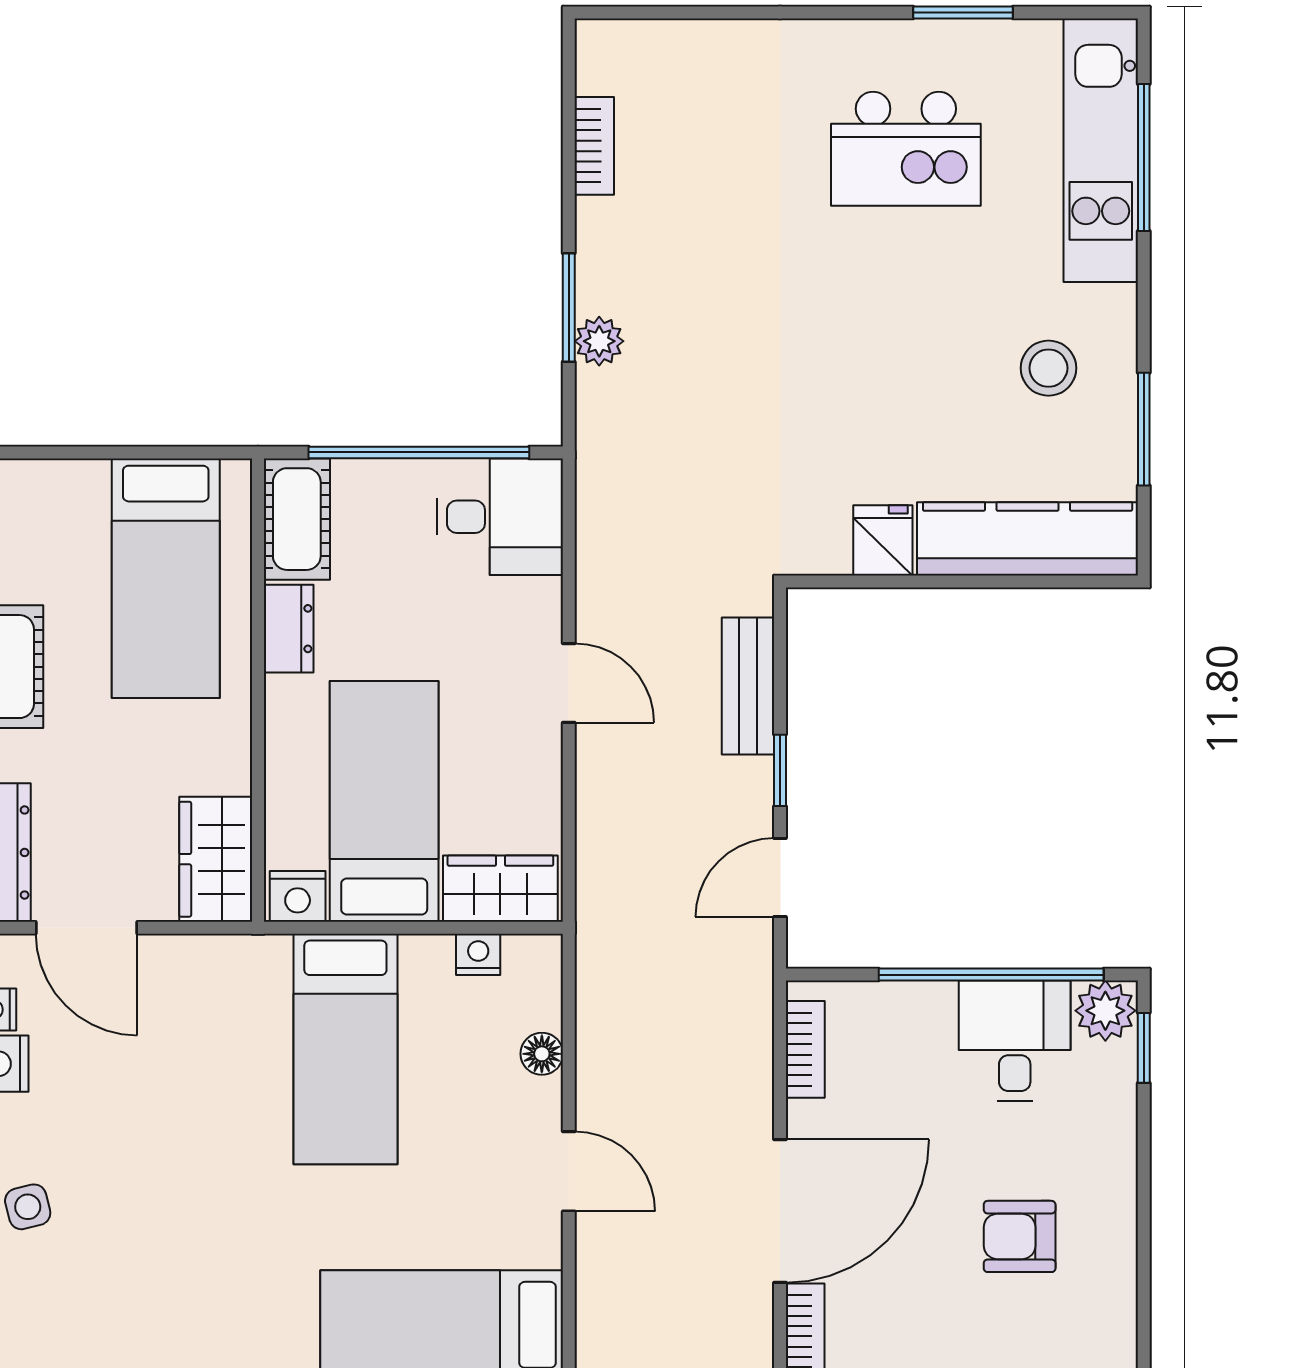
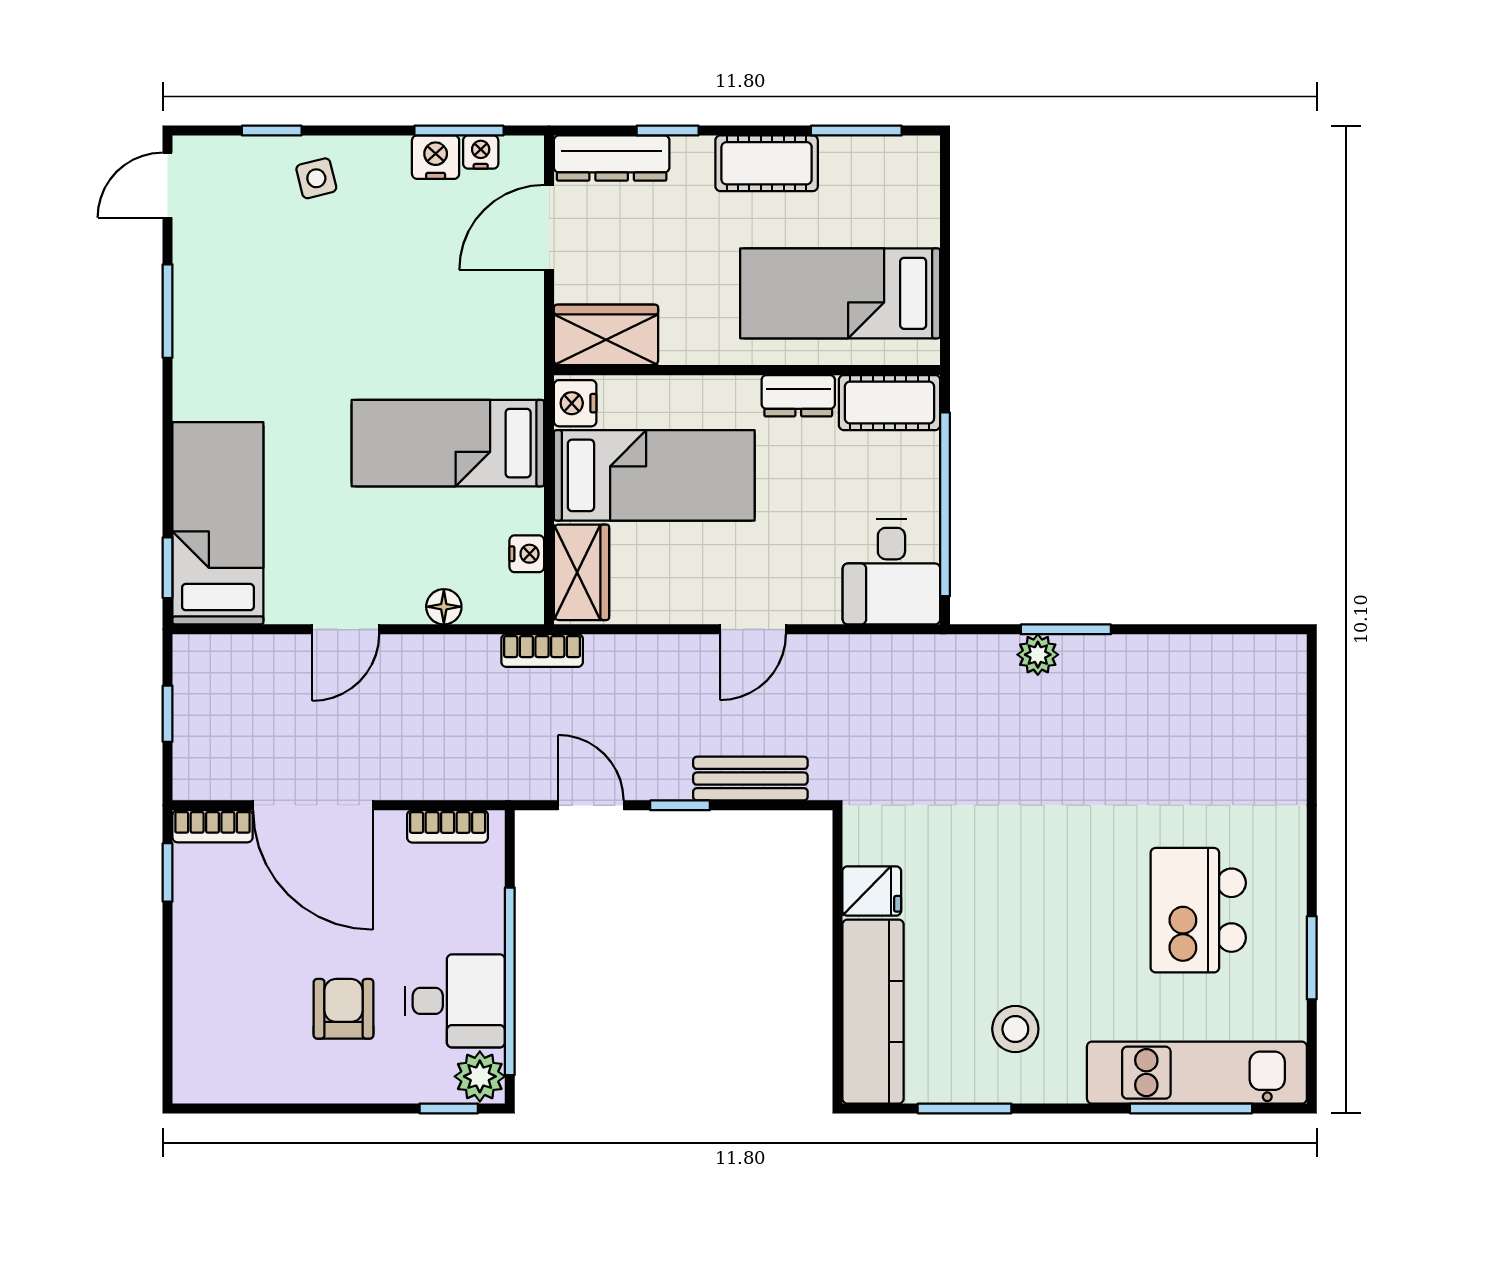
bookcase: (594, 146) -> (542, 650), moved
armchair: (1020, 1236) -> (343, 1009), moved

